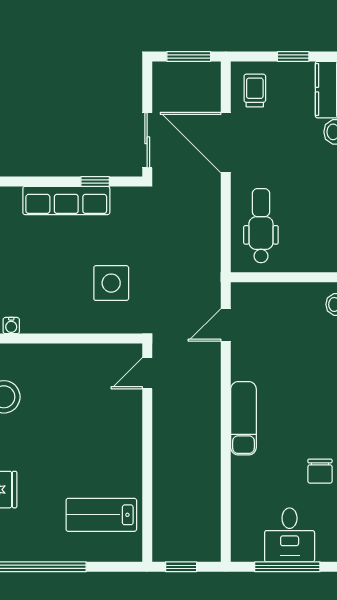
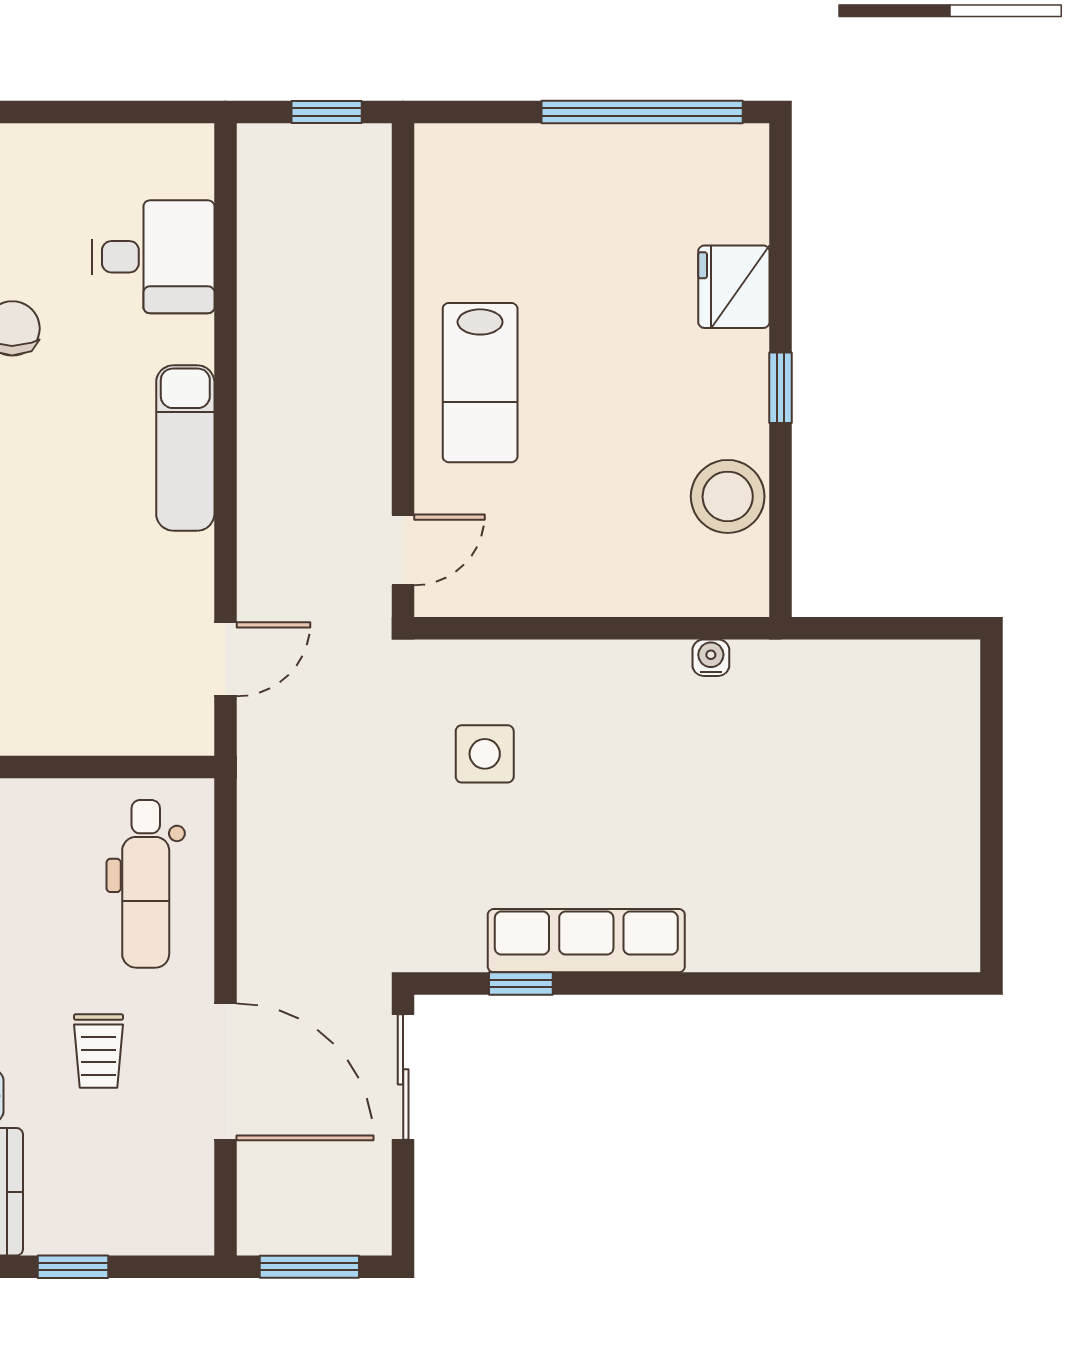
trolley: (255, 91) -> (98, 1051), moved
side table: (111, 283) -> (485, 754), width x0.73, depth x0.73
lab bench: (101, 515) -> (480, 383), moved, turned 90
desk: (290, 535) -> (153, 257), moved, turned 90
window: (287, 567) -> (86, 112), removed

